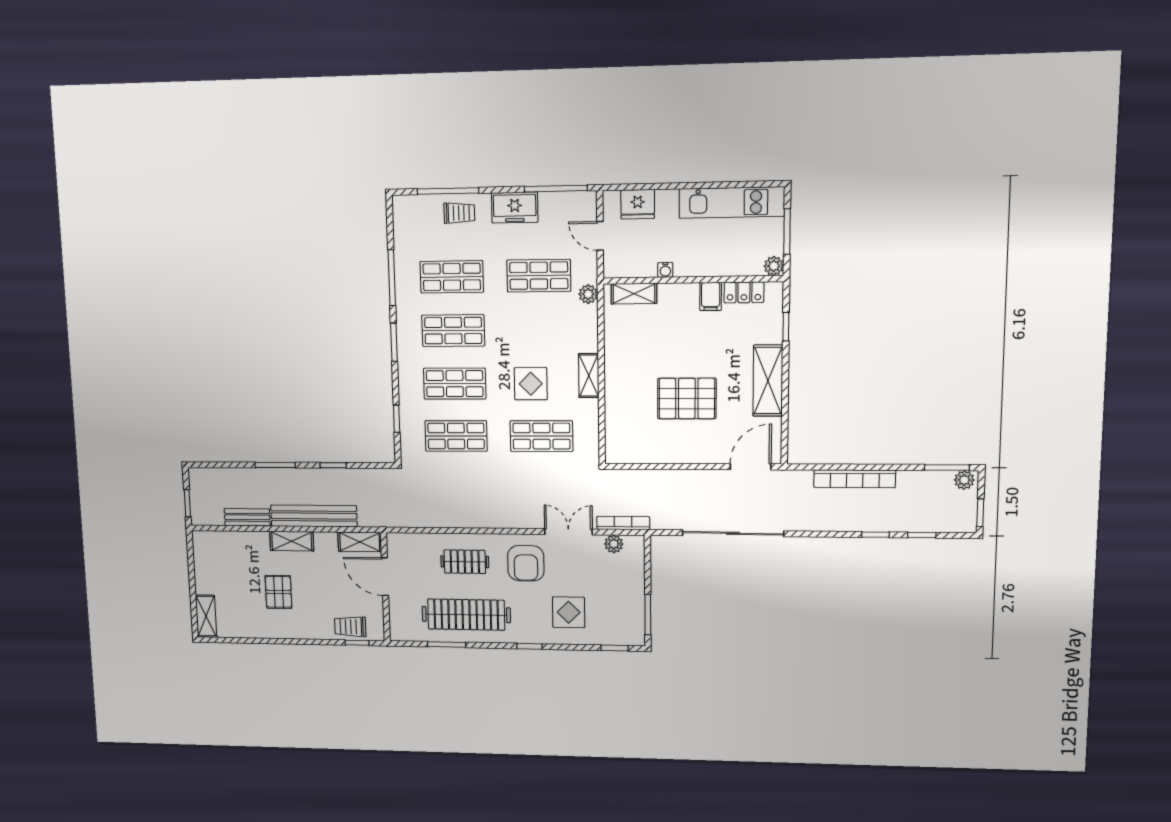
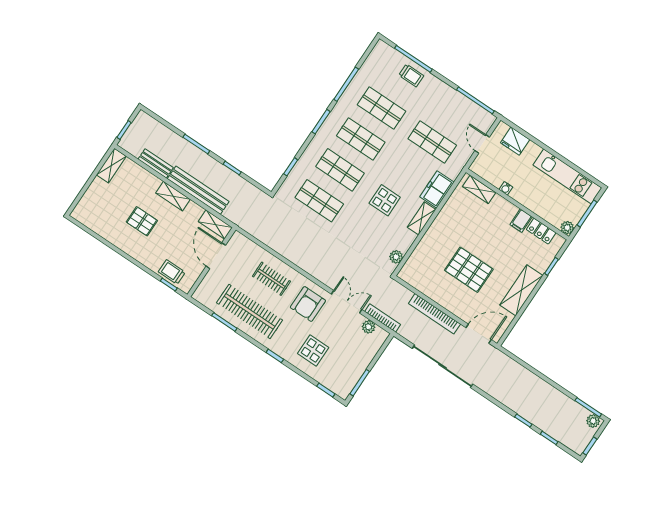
freezer: (515, 208) -> (437, 190), moved, turned 90
plant: (588, 294) -> (396, 257), moved
shop shelf: (541, 436) -> (370, 235), removed
bookcase: (855, 479) -> (434, 314), moved
pallet: (278, 592) -> (142, 221), turned 90
shelving: (206, 616) -> (111, 166), moved

